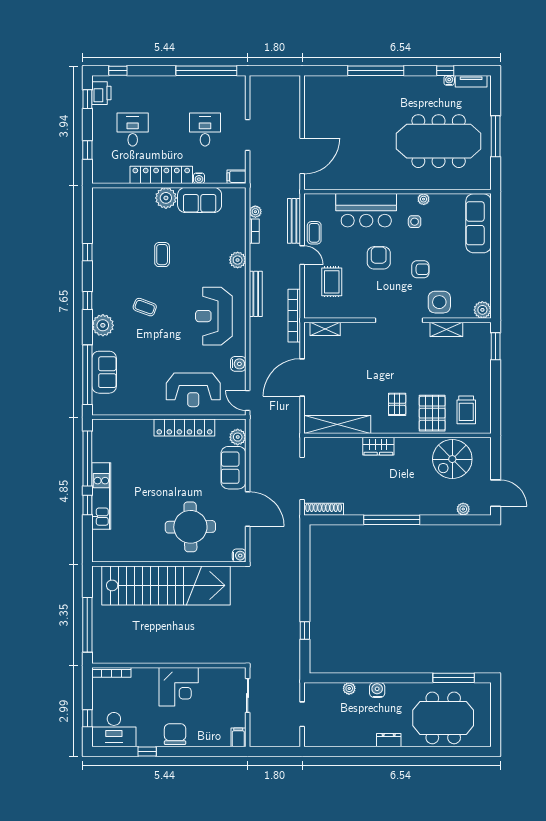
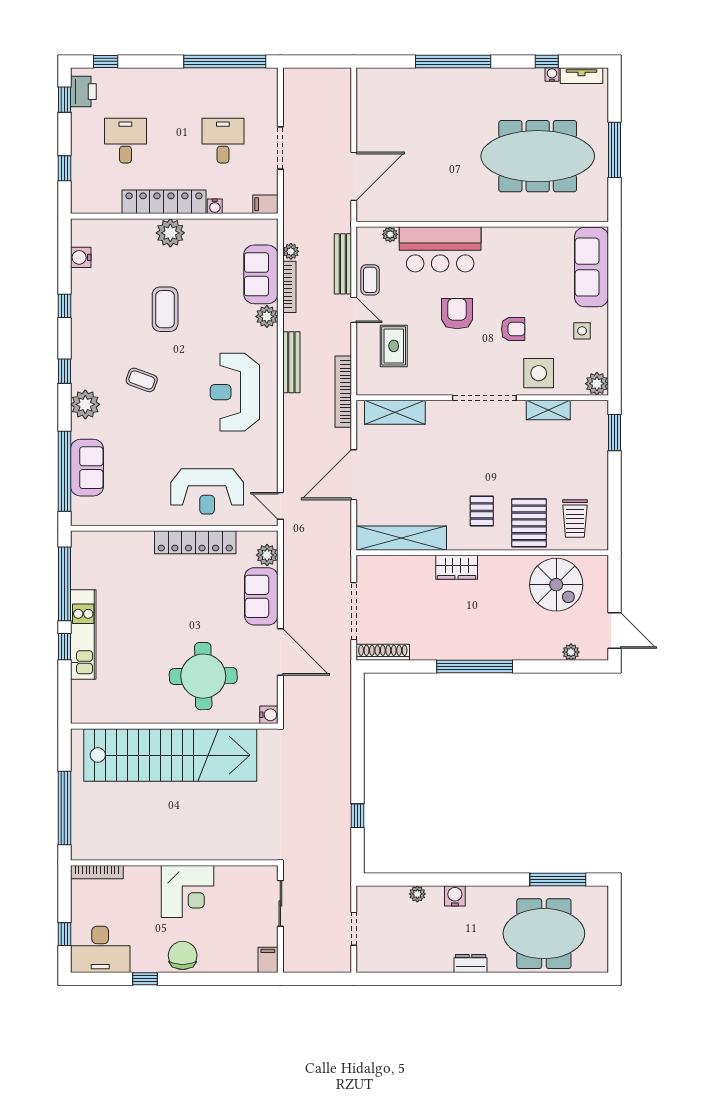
plant: (424, 199) -> (390, 234), moved
sofa: (200, 200) -> (261, 274), moved, turned 90
side table: (415, 222) -> (582, 331), moved
bookcase: (254, 231) -> (289, 287), width x1.56
coffee table: (162, 255) -> (165, 309), width x1.36, depth x1.30
shelving: (325, 329) -> (395, 412), width x1.50, depth x1.33
water cooler: (238, 364) -> (81, 257), moved, turned 180
spiral stairs: (452, 459) -> (556, 585), turned -90

